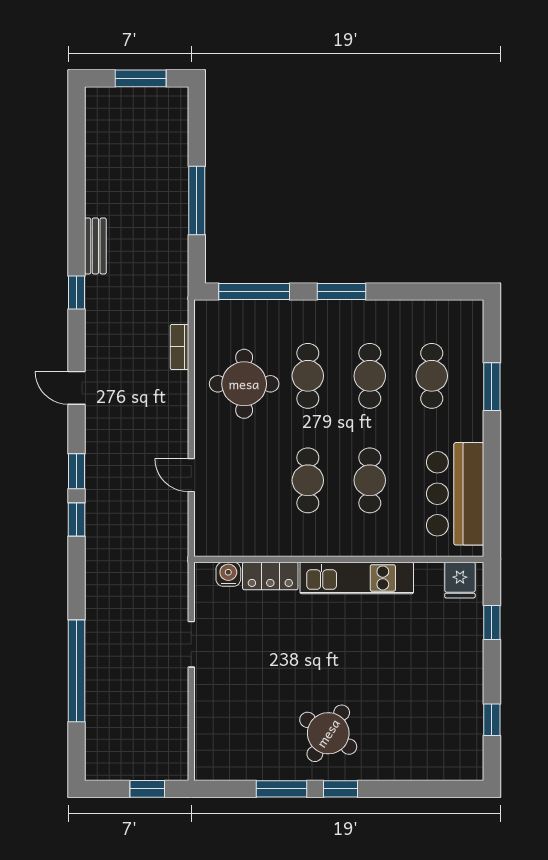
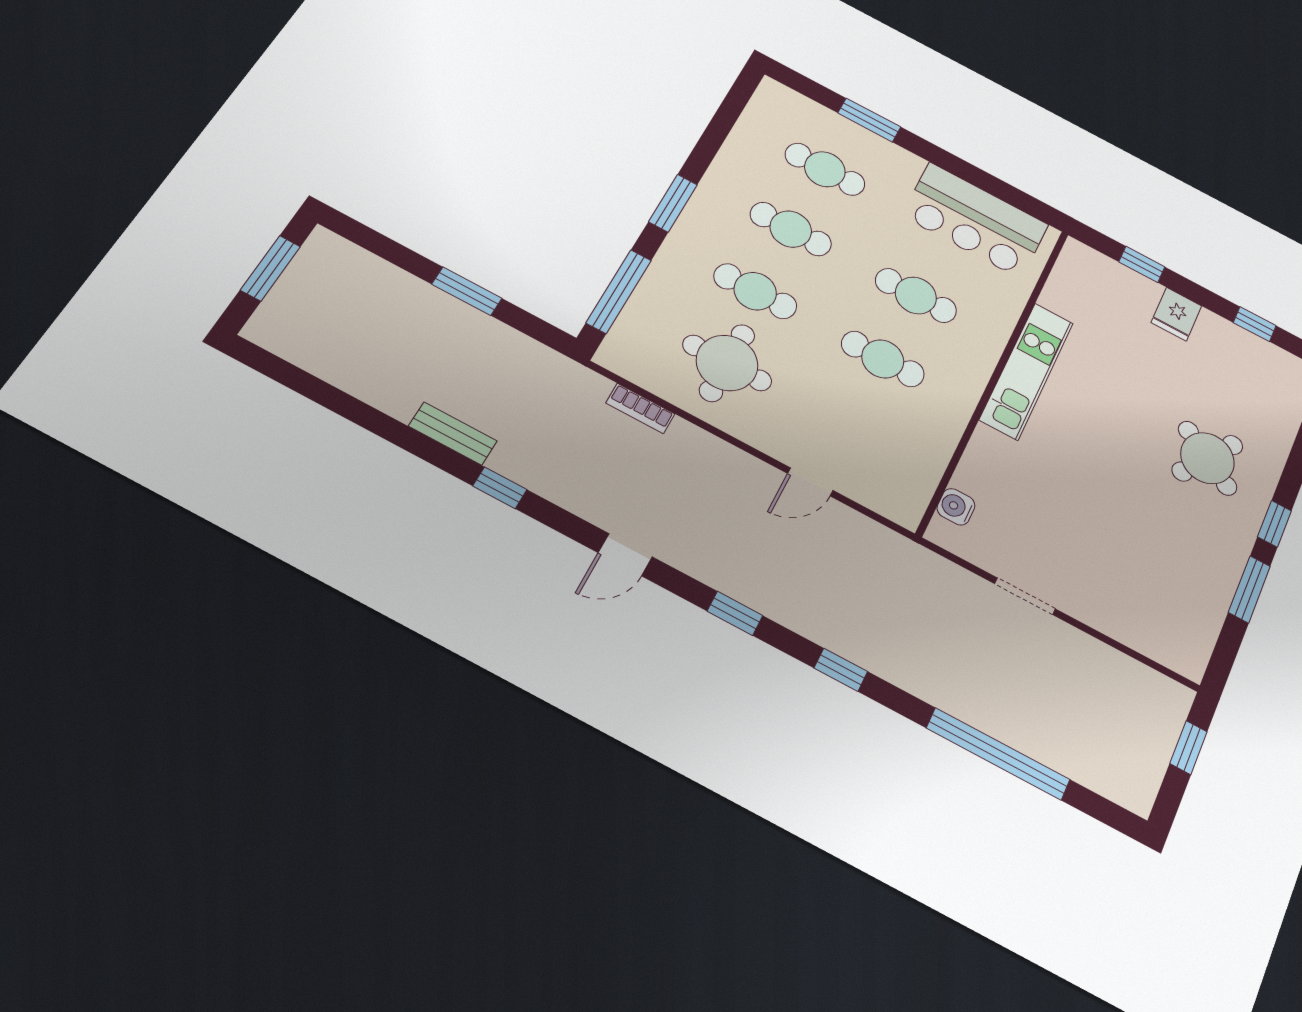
window: (197, 201) -> (467, 291), width x0.69
window: (76, 520) -> (841, 670), moved
locker: (270, 576) -> (980, 461), removed
fridge: (460, 580) -> (1176, 314), moved, turned 90
round table: (328, 733) -> (1207, 458), moved

